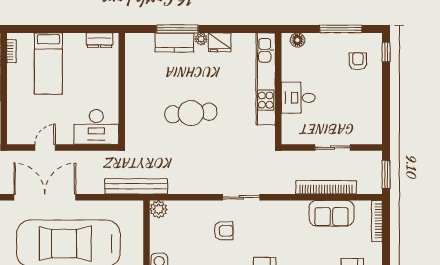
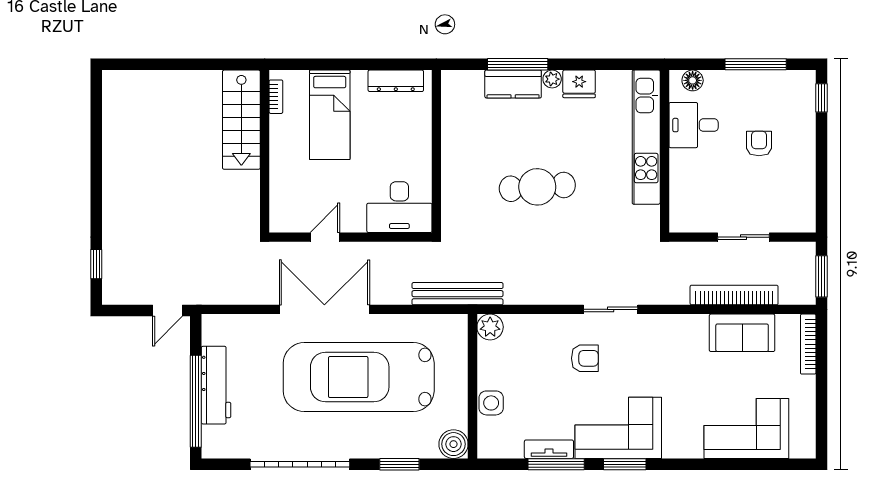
dresser: (100, 40) -> (396, 81), width x1.44
armchair: (358, 61) -> (759, 143), moved
desk: (298, 98) -> (694, 125), moved

